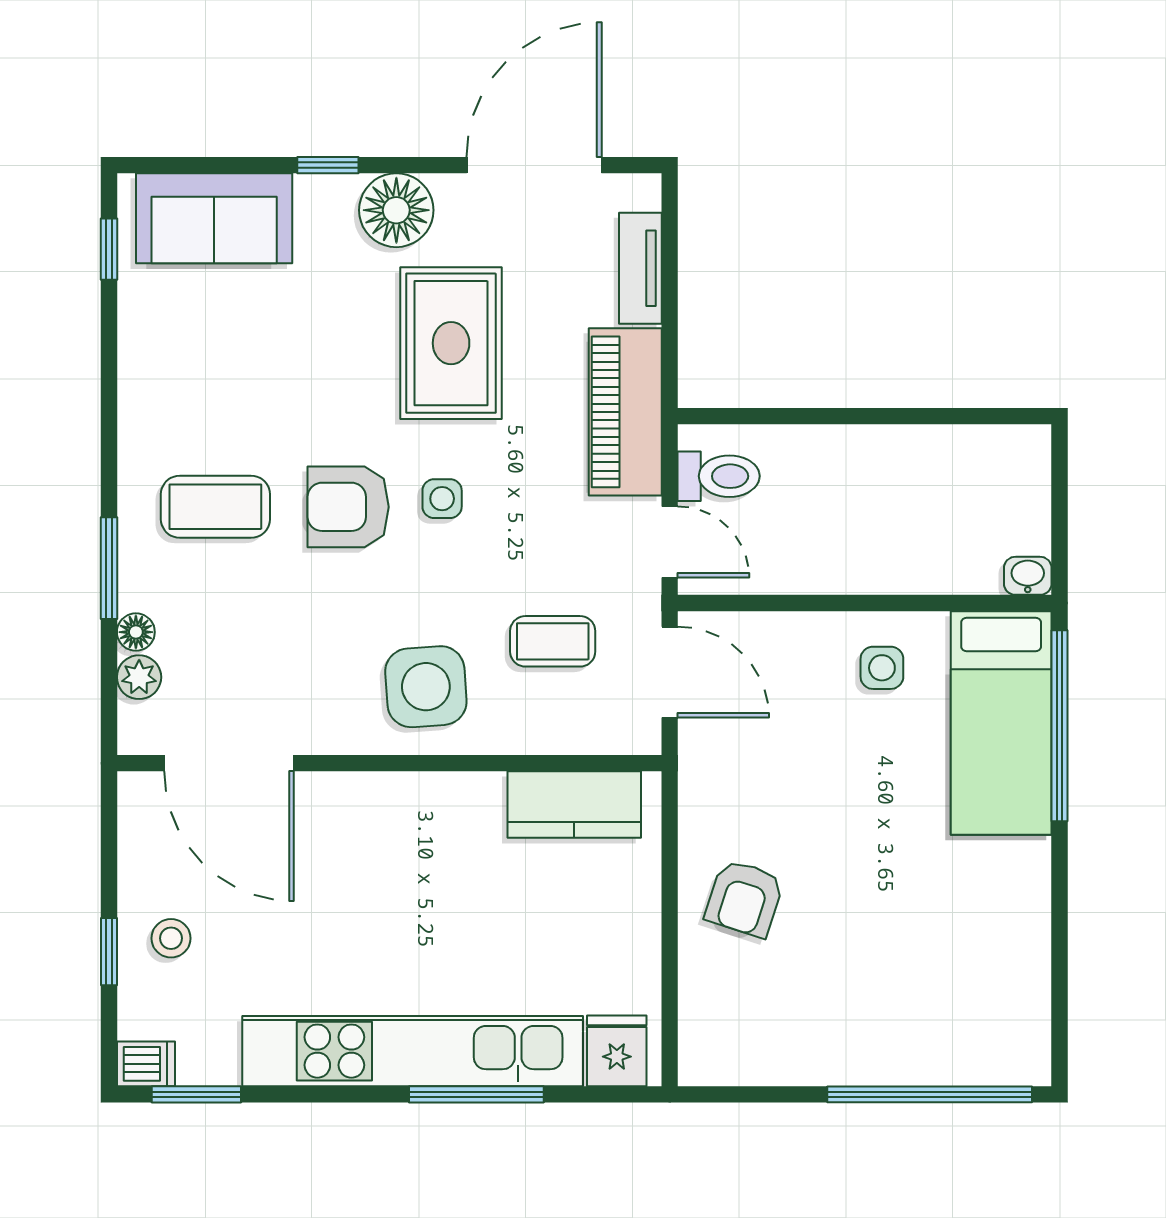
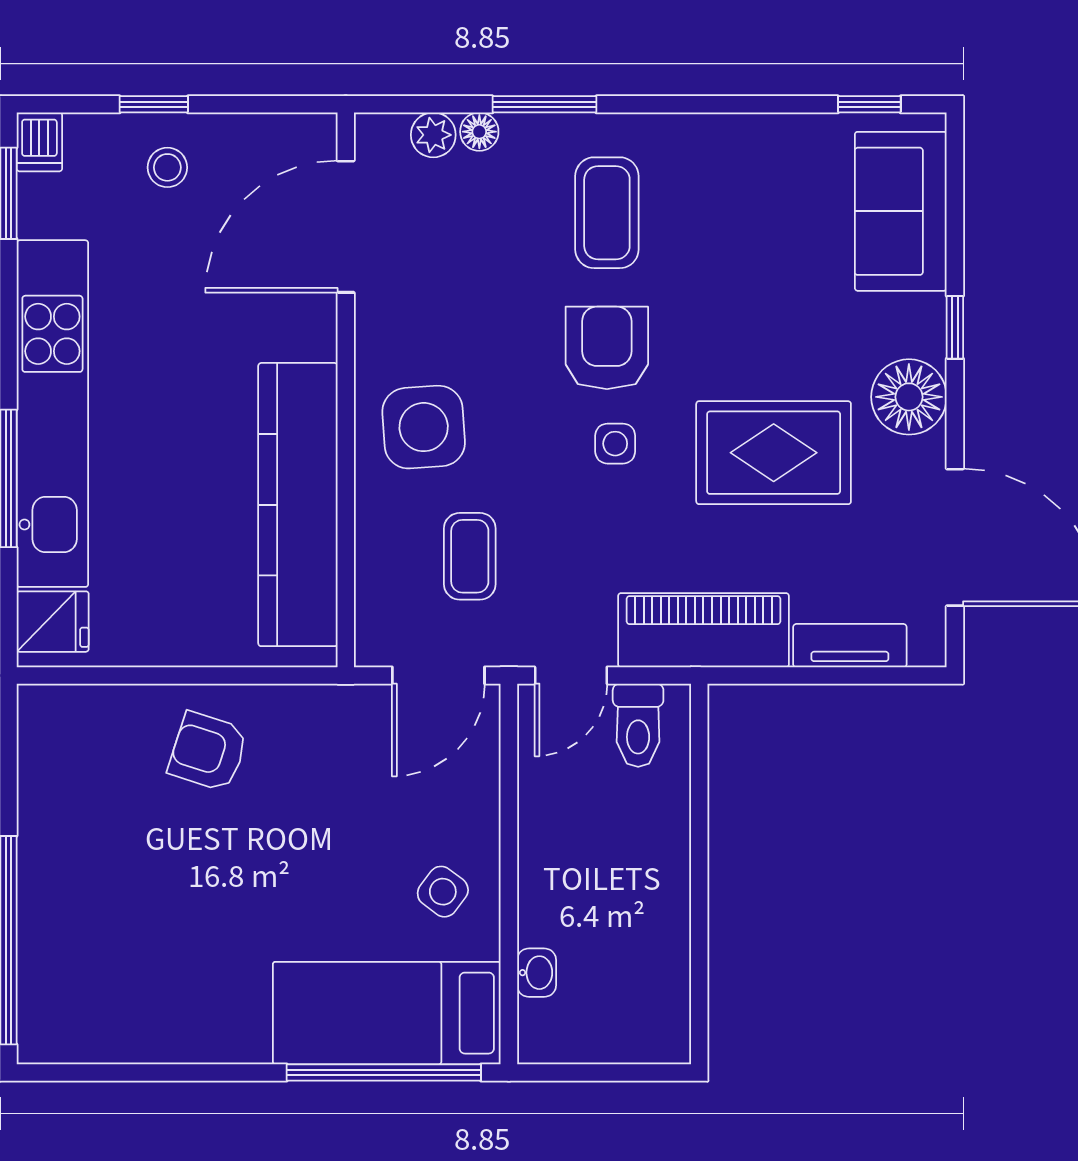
washbasin: (1028, 576) -> (537, 973), moved
side table: (882, 668) -> (443, 892), turned 37
kitchen counter: (574, 805) -> (298, 505), width x2.08, depth x1.17

